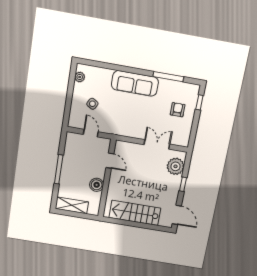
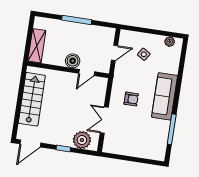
window: (199, 102) -> (147, 161), removed
armchair: (178, 110) -> (131, 99), moved
double door: (157, 144) -> (104, 120), swing flipped
boiler: (97, 185) -> (73, 61), moved
shelving: (72, 205) -> (37, 46), moved

